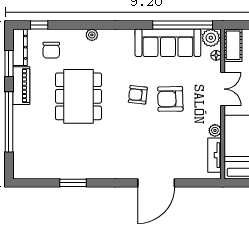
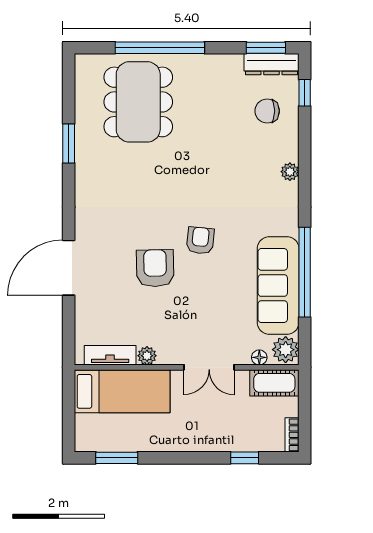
window: (183, 25) -> (305, 272), moved
window: (9, 63) -> (266, 48), moved
piano: (21, 86) -> (214, 66), removed
dining table: (78, 96) -> (138, 102), moved, turned 90
armchair: (170, 99) -> (155, 268), moved
door: (156, 183) -> (69, 268), hinge flipped

